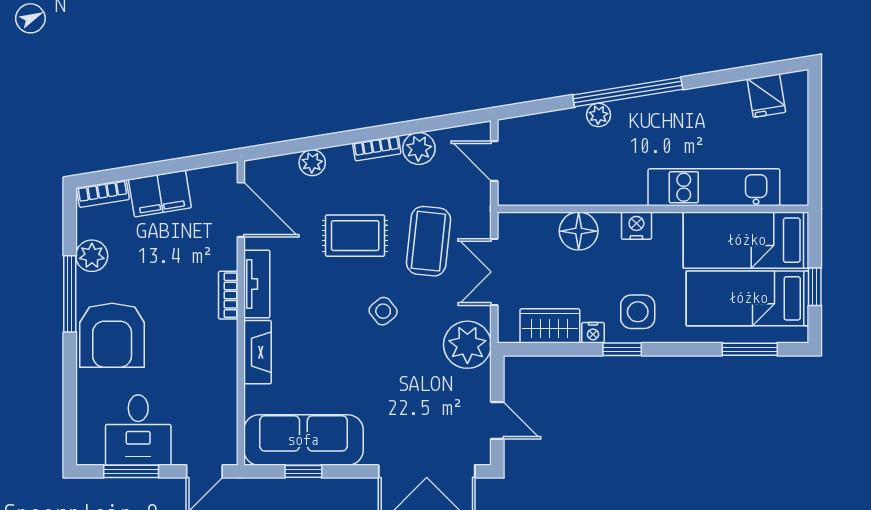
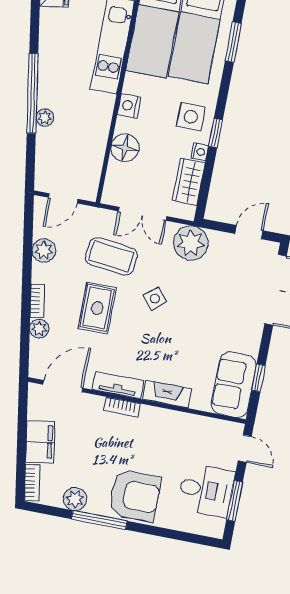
bookcase: (377, 148) -> (37, 301), moved
sofa: (303, 440) -> (234, 385), width x0.73

